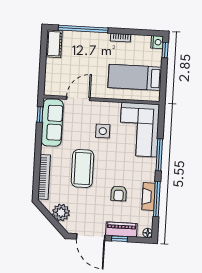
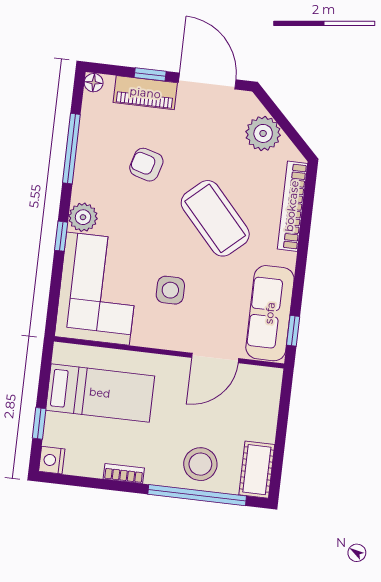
stool: (82, 45) -> (200, 464), added
window: (165, 50) -> (39, 423), moved
window: (159, 155) -> (61, 236), width x0.46
plant: (149, 165) -> (83, 217), added
coffee table: (82, 169) -> (215, 218), turned -42
armchair: (119, 193) -> (146, 165), turned -74
fireplace: (149, 197) -> (87, 155), removed

